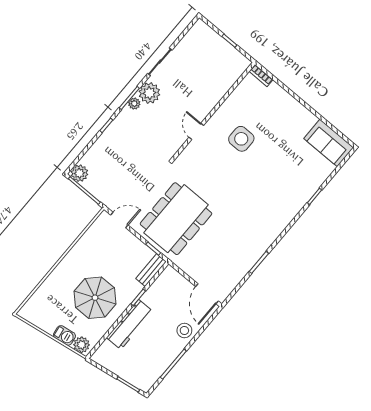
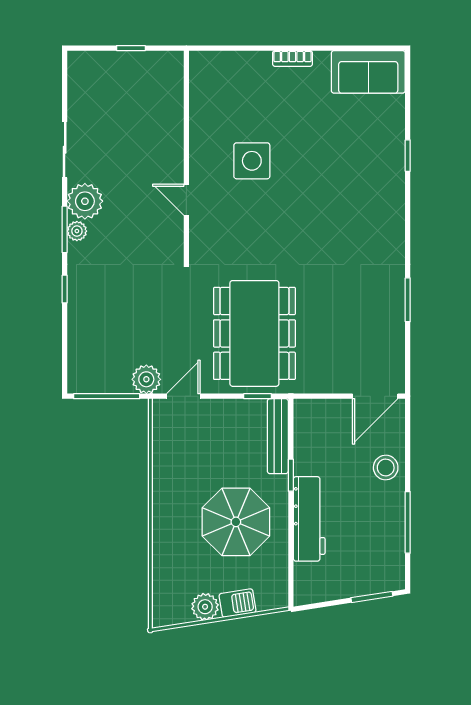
bookcase: (261, 75) -> (293, 59), moved
plant: (79, 173) -> (146, 379), moved
bench: (151, 270) -> (278, 436), width x1.36
door: (207, 294) -> (375, 396), hinge flipped
plant: (82, 345) -> (205, 607), moved

